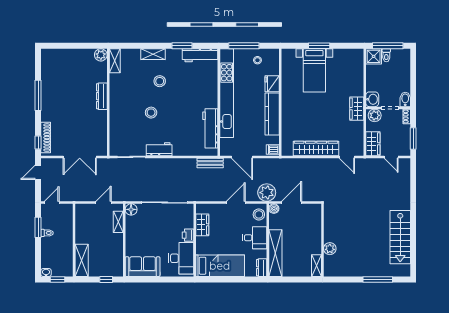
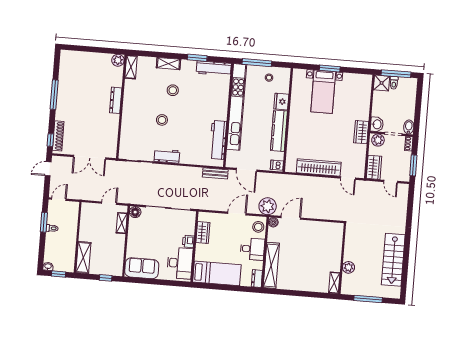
wall: (323, 240) -> (342, 259), moved
plant: (330, 249) -> (348, 267), moved
shelving: (316, 266) -> (334, 283), moved

